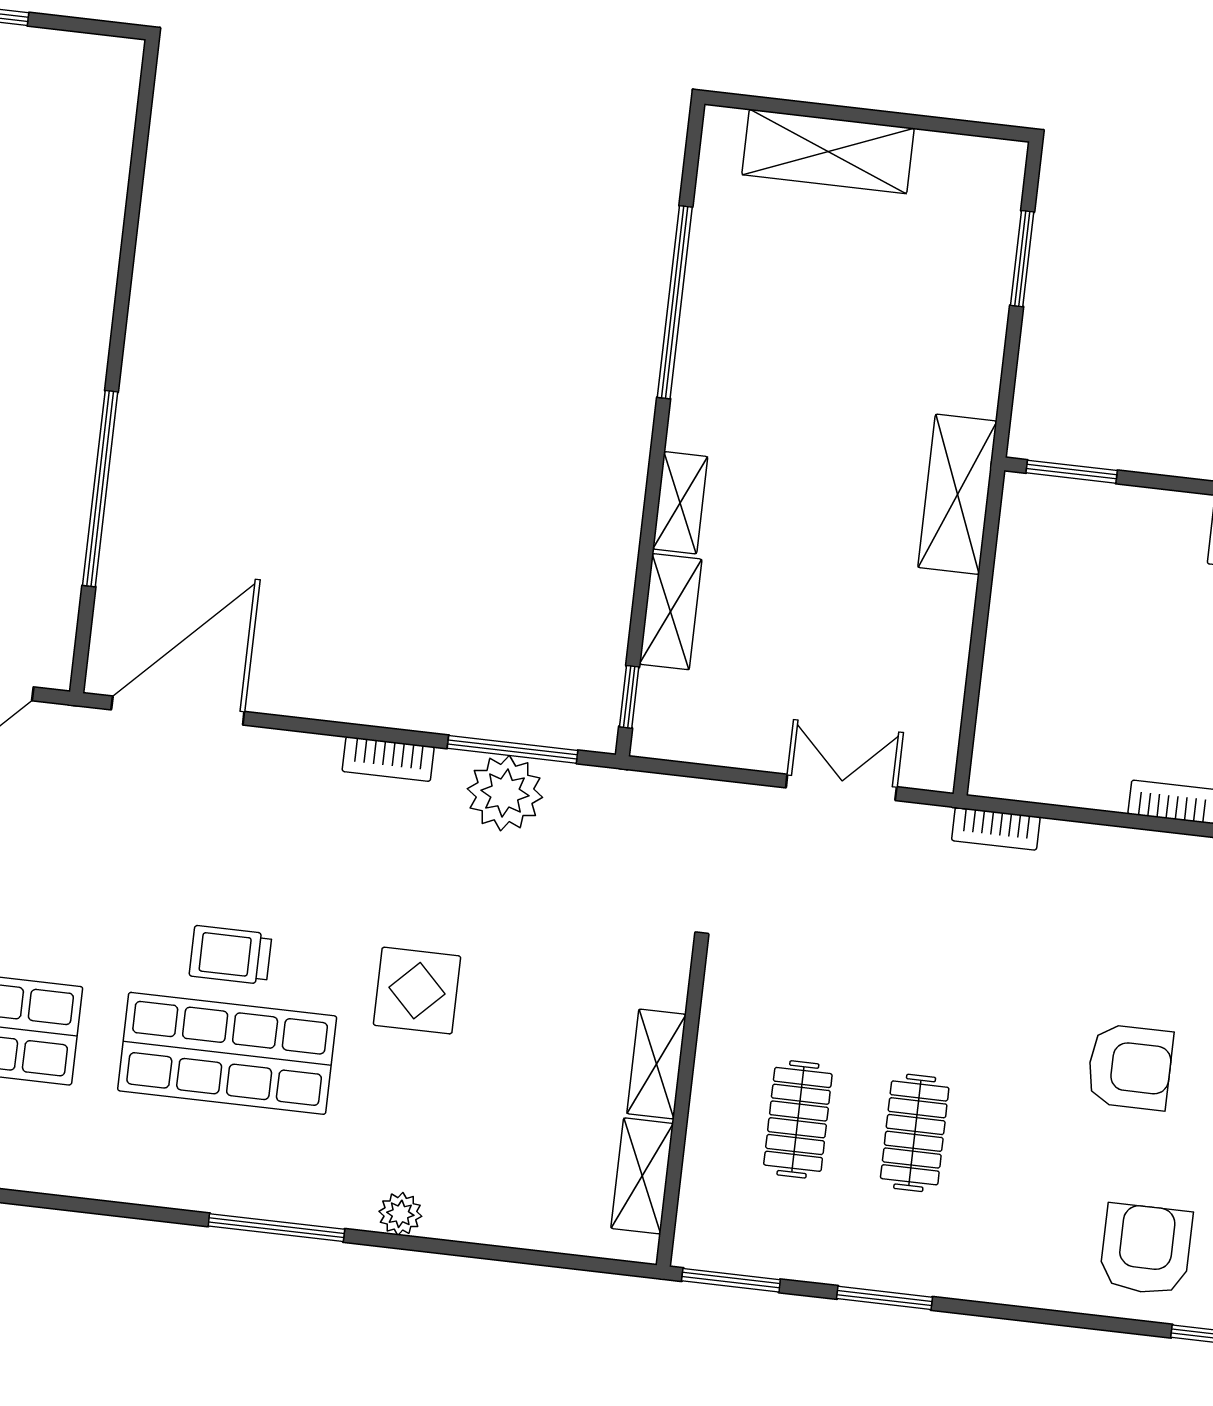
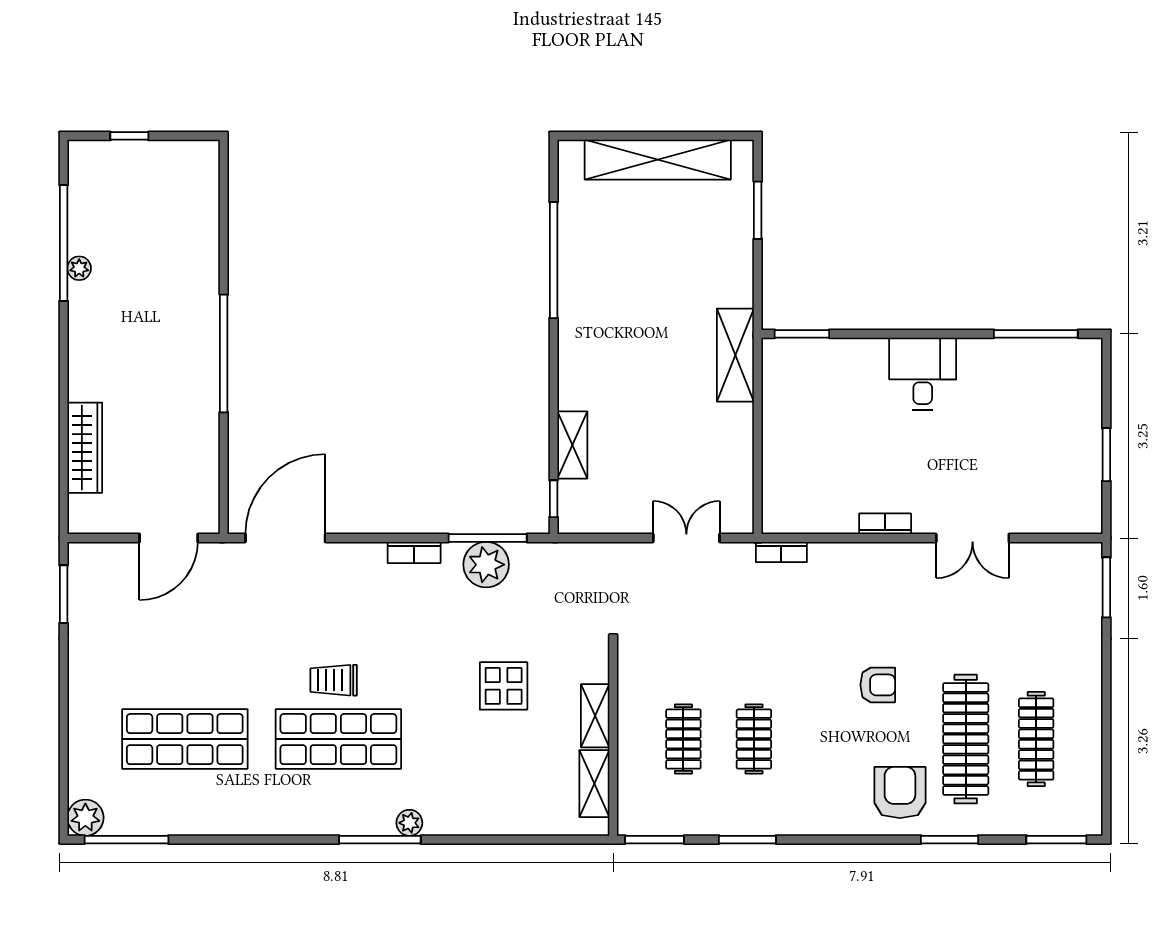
shelving: (828, 151) -> (658, 160), width x1.47
window: (100, 489) -> (224, 353), moved
shelving: (680, 503) -> (571, 379), removed
display table: (417, 991) -> (504, 686), moved
armchair: (1130, 1067) -> (878, 685), width x0.72, depth x0.72
plant: (400, 1214) -> (409, 823), moved

